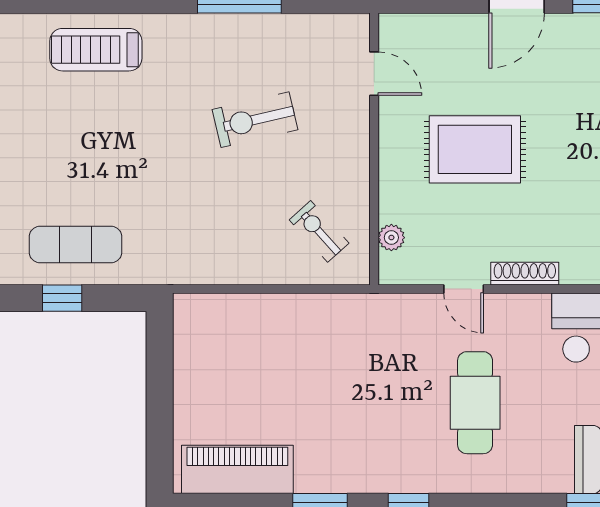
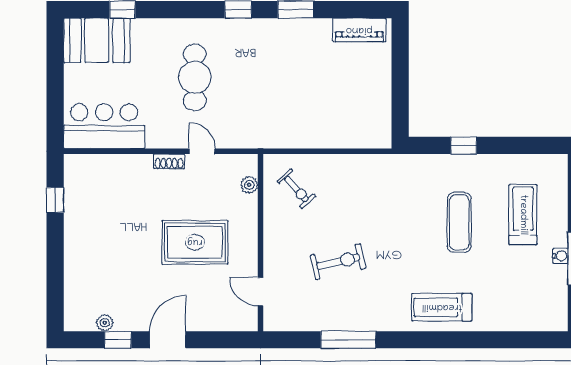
treadmill: (96, 50) -> (442, 307), turned 180
exercise mat: (75, 244) -> (459, 222), moved, turned 90
shoe rack: (525, 274) -> (169, 161), width x0.70
piano: (237, 469) -> (359, 30), width x0.73, depth x0.75

